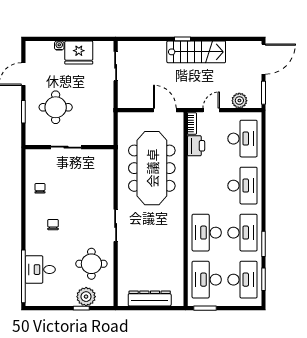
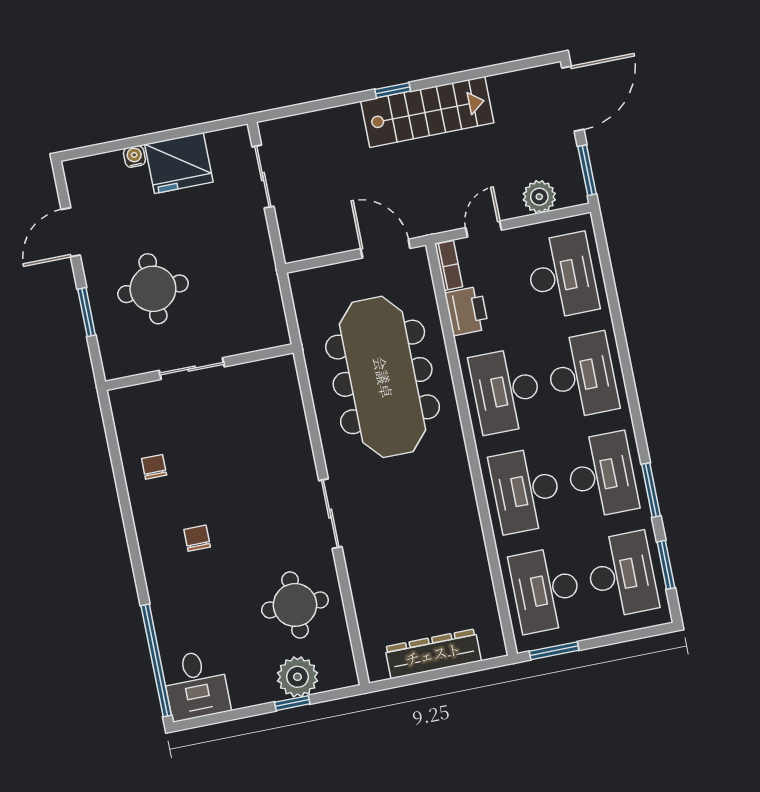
desk: (207, 186) -> (506, 391), added
desk: (40, 270) -> (196, 685), moved, turned -90

